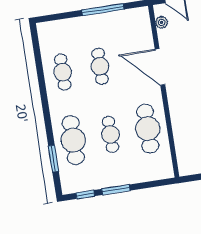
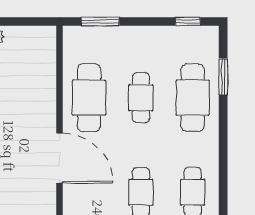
door: (160, 67) -> (60, 158), moved
window: (116, 190) -> (100, 21), moved

